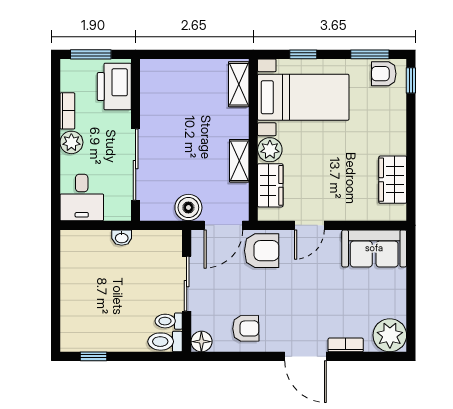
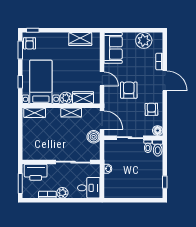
armchair: (262, 251) -> (129, 90), moved
plant: (390, 335) -> (144, 40), moved
door: (305, 356) -> (165, 81), hinge flipped

